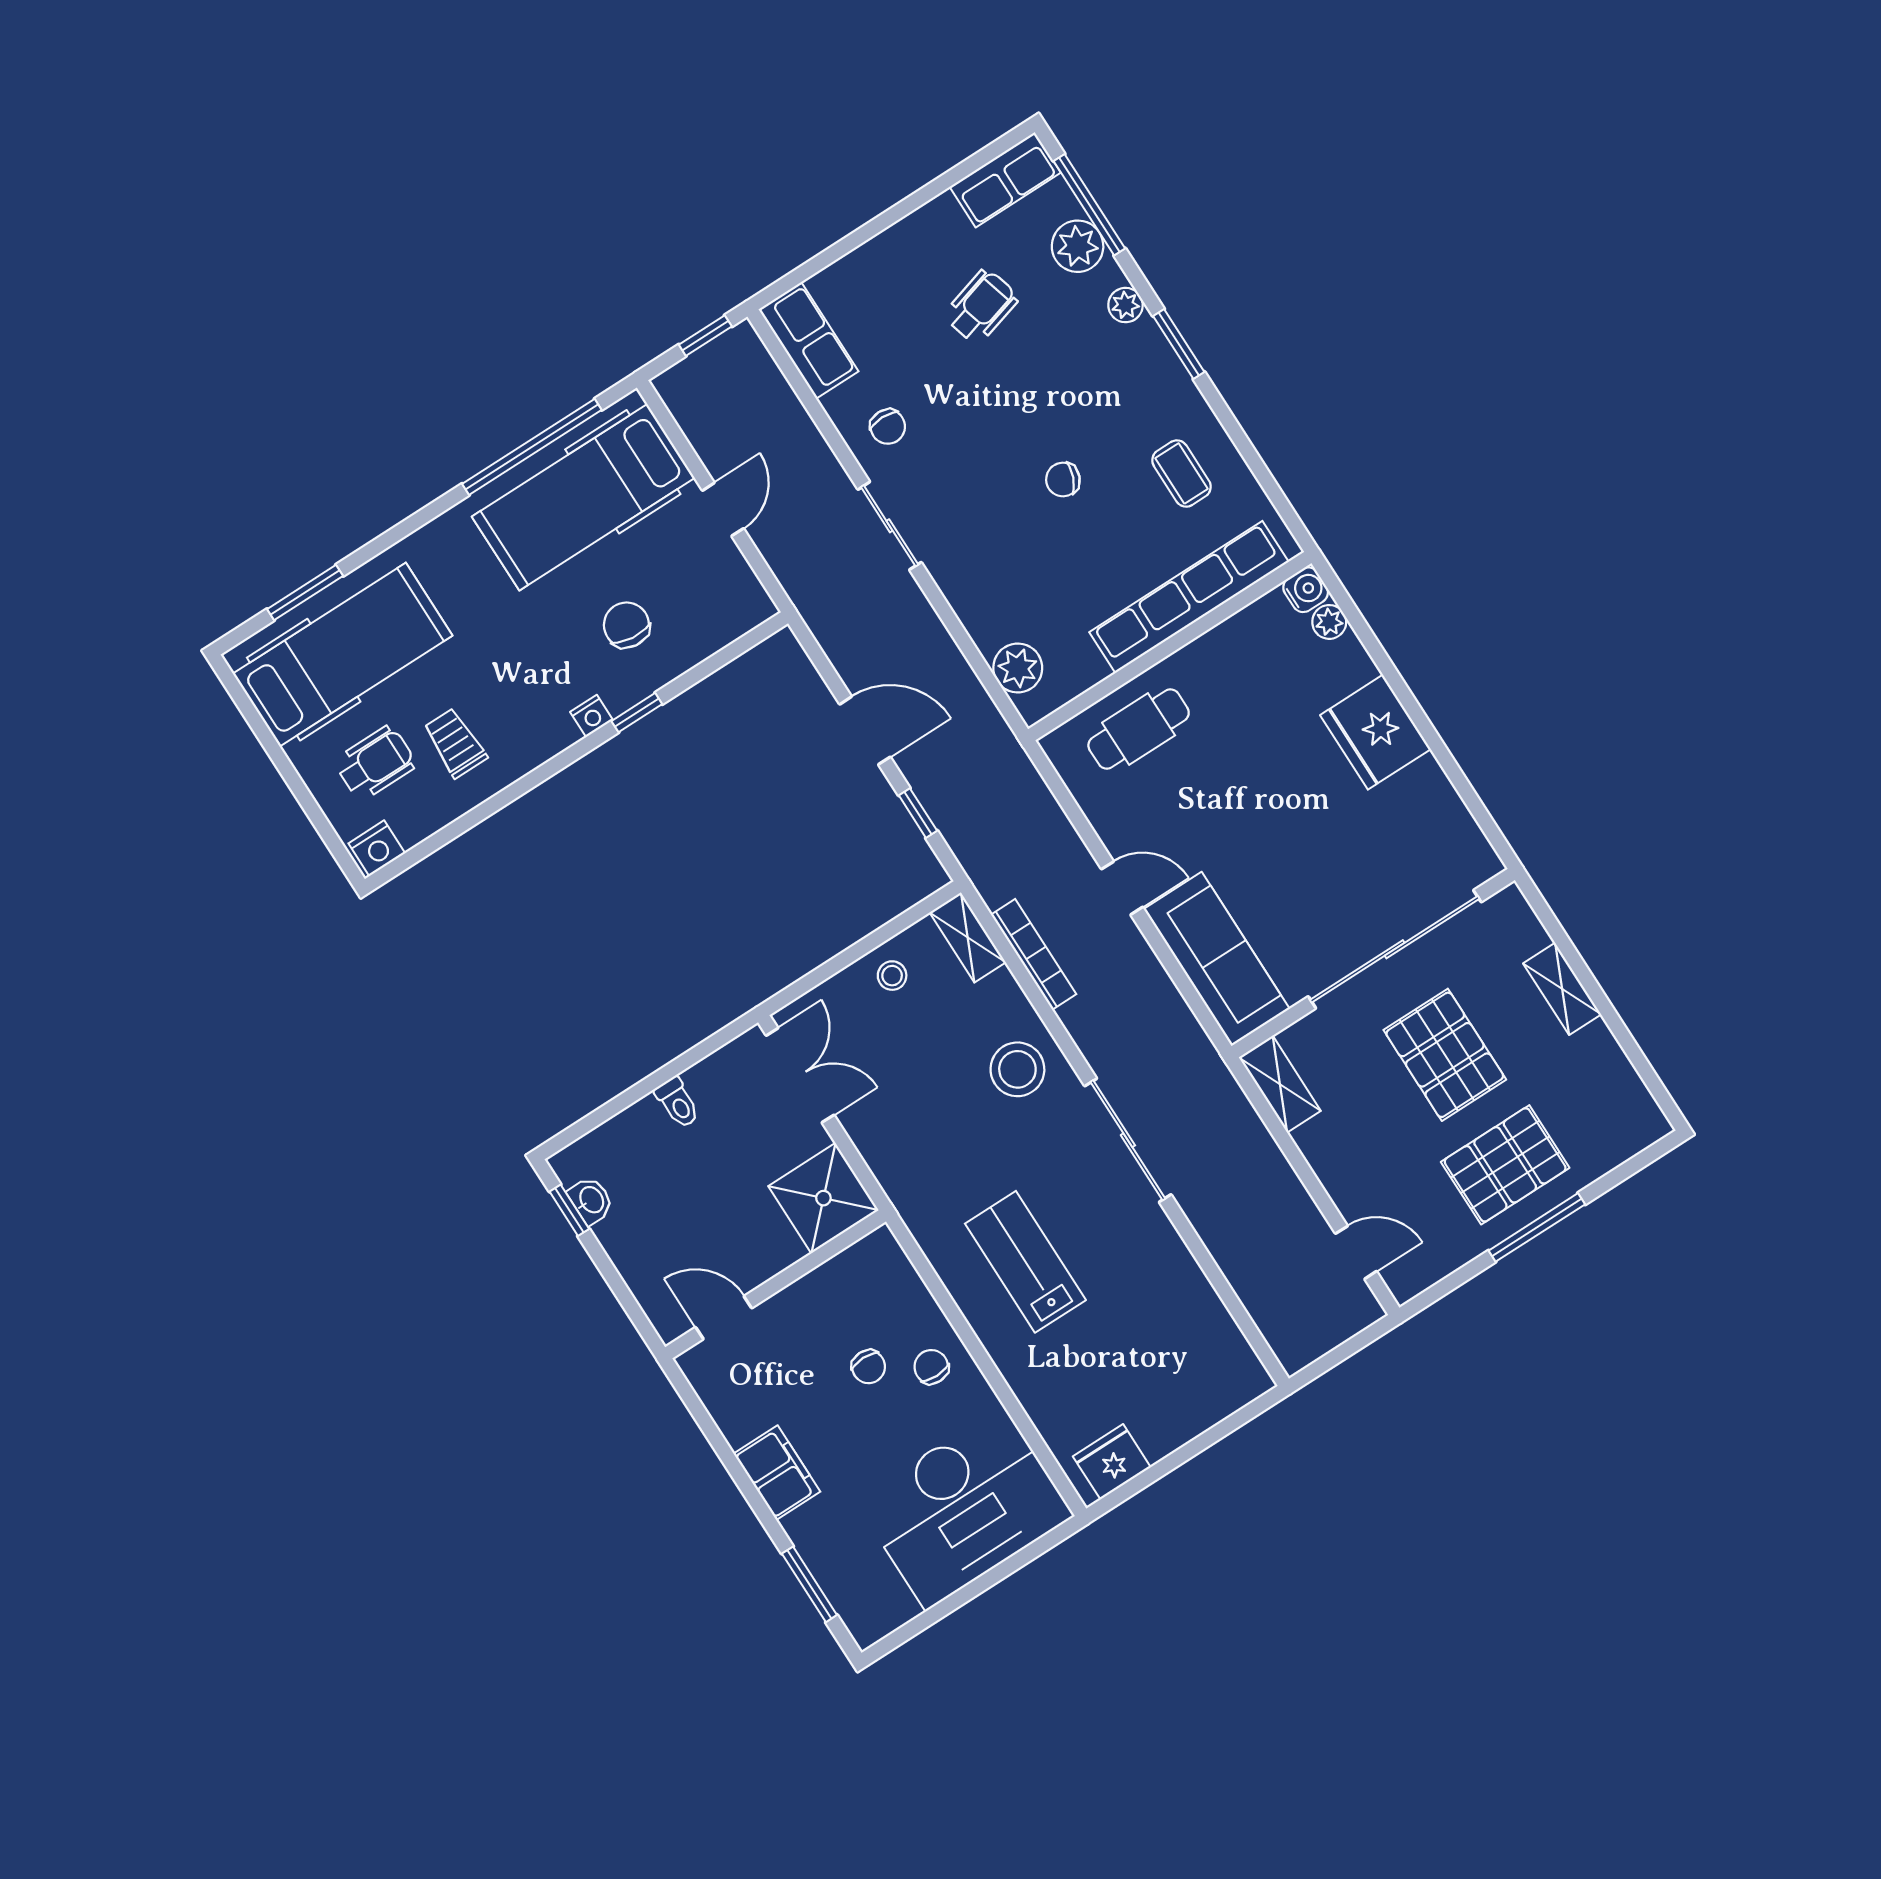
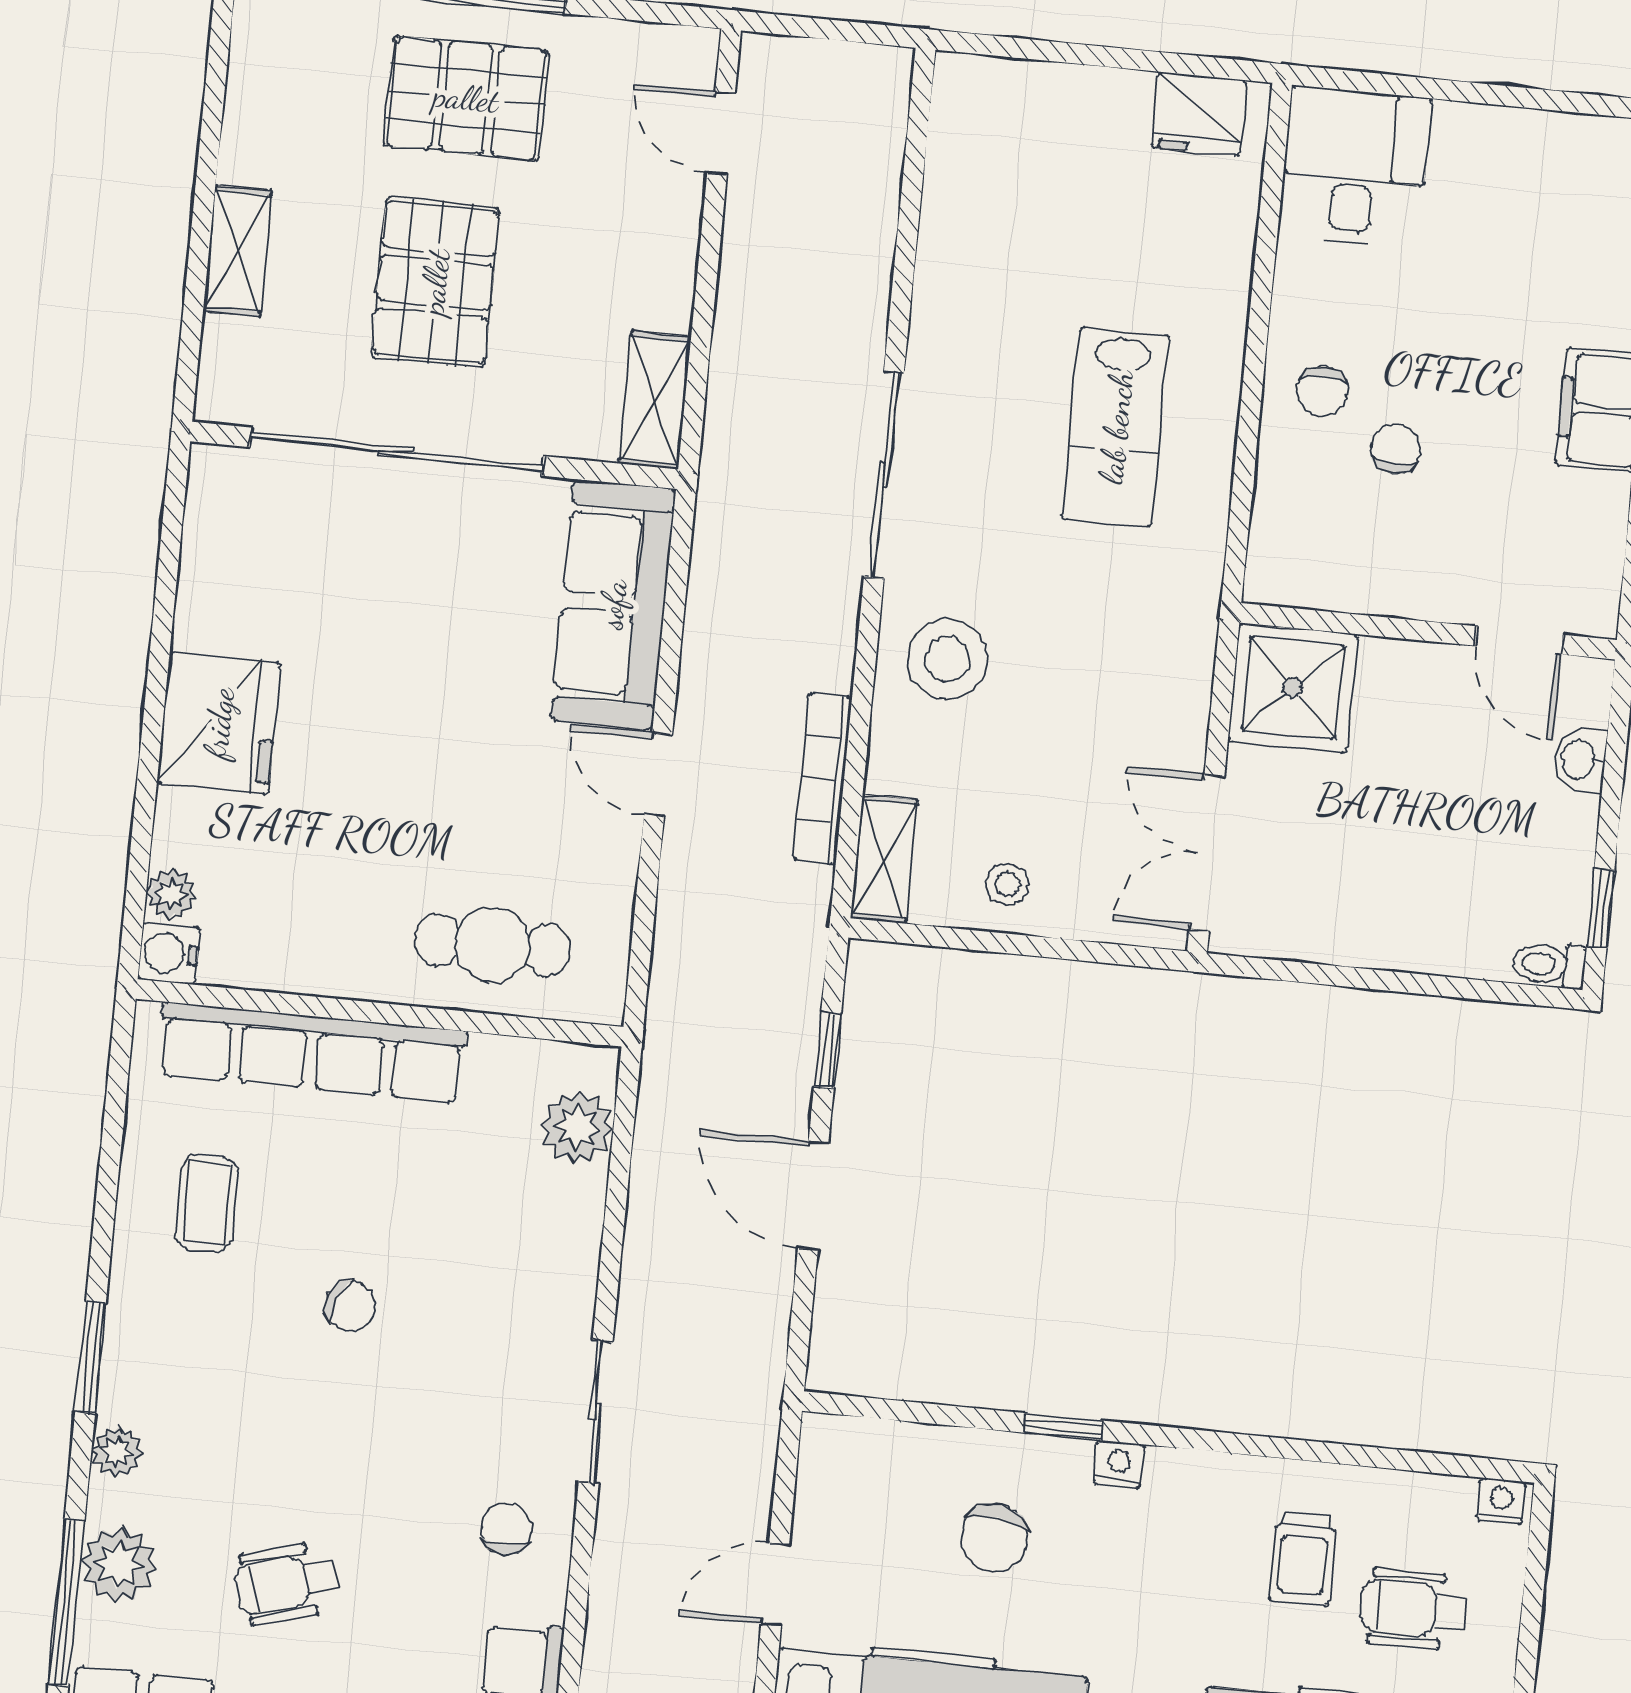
nightstand: (377, 848) -> (1501, 1501), width x0.72, depth x0.74
toilet: (678, 1103) -> (1549, 965), moved, turned -90
washbasin: (591, 1200) -> (1580, 759), moved
desk: (964, 1508) -> (1355, 167), width x0.53, depth x0.77

